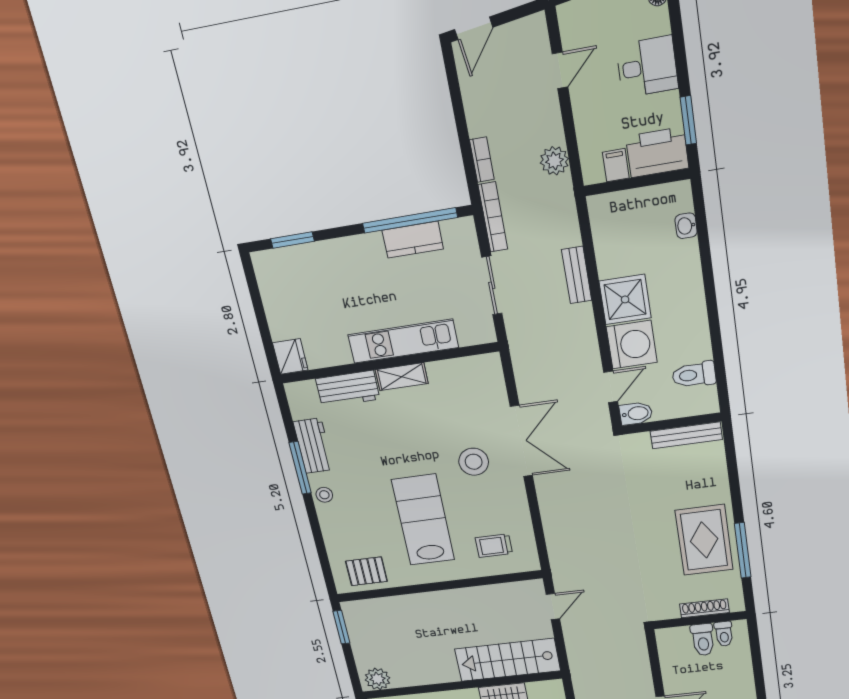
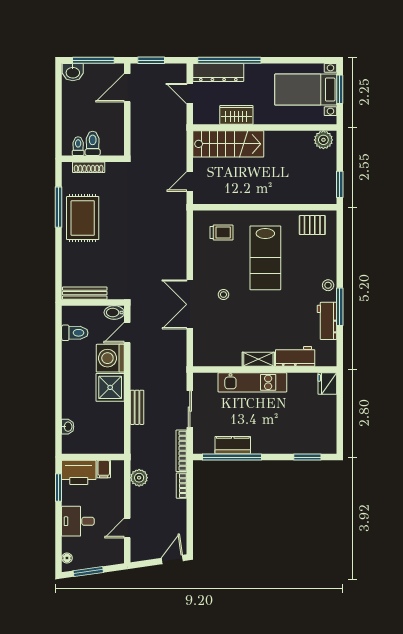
stool: (474, 462) -> (223, 295), width x0.53, depth x0.53

